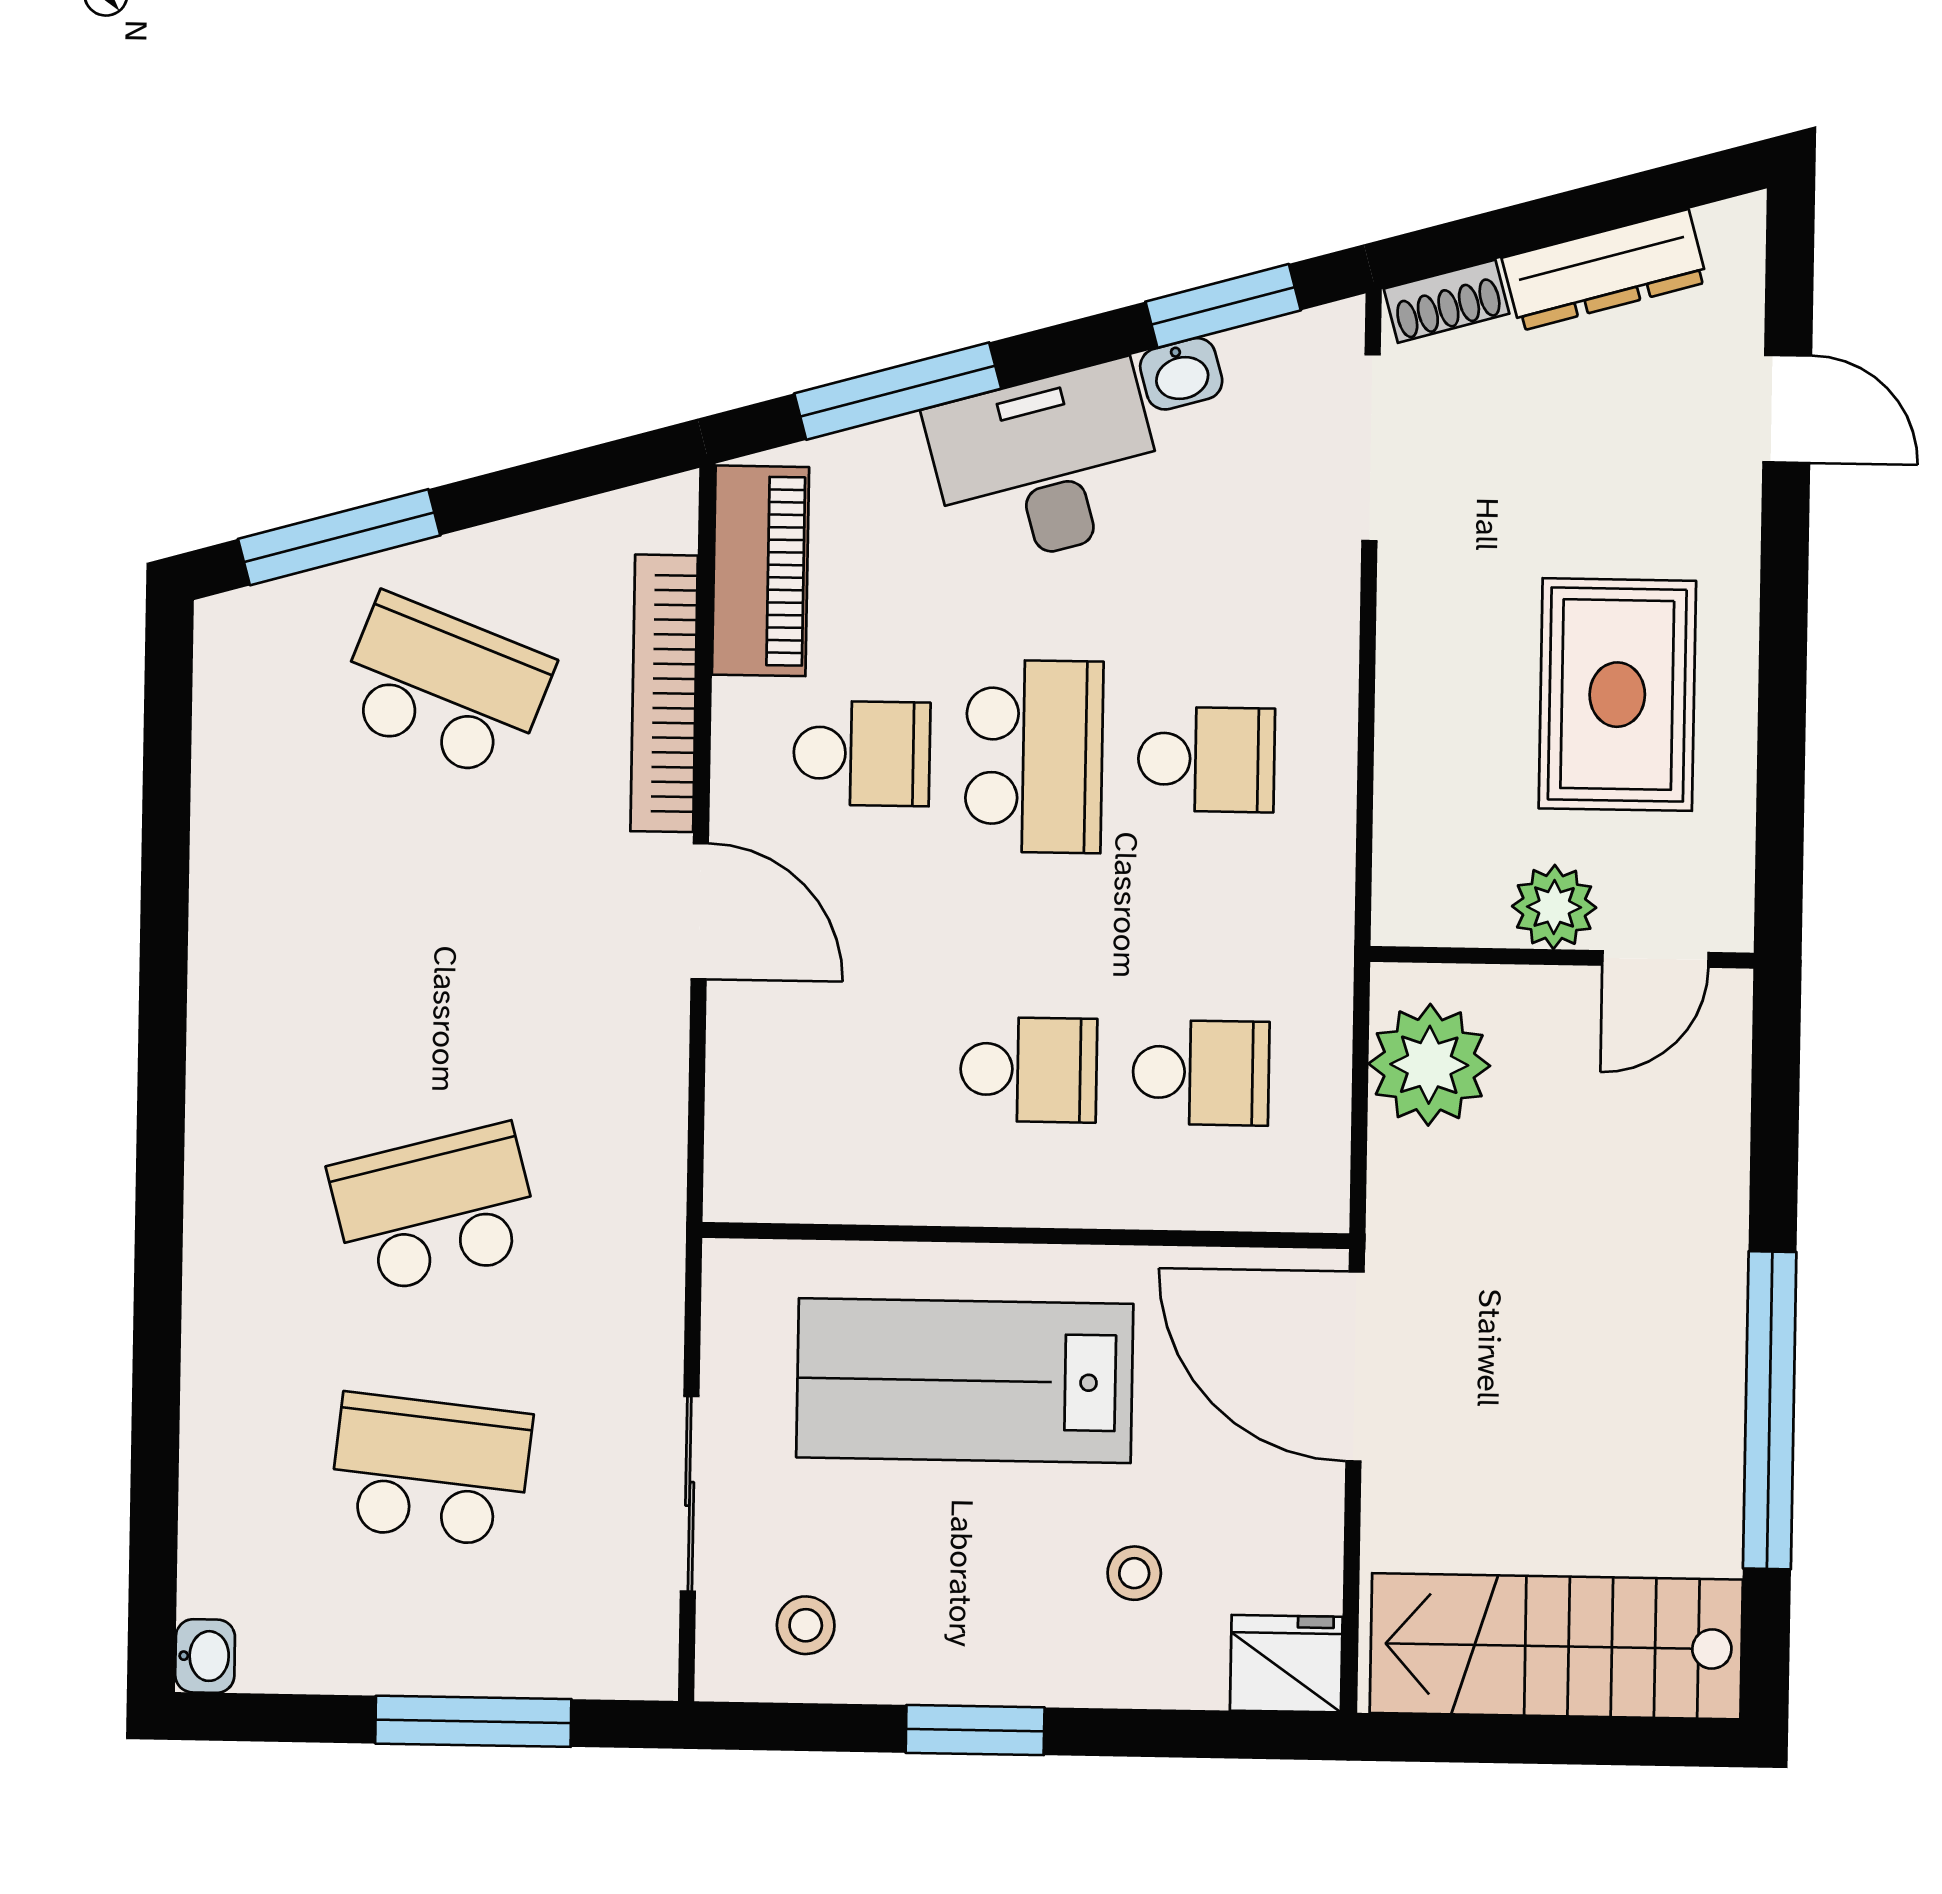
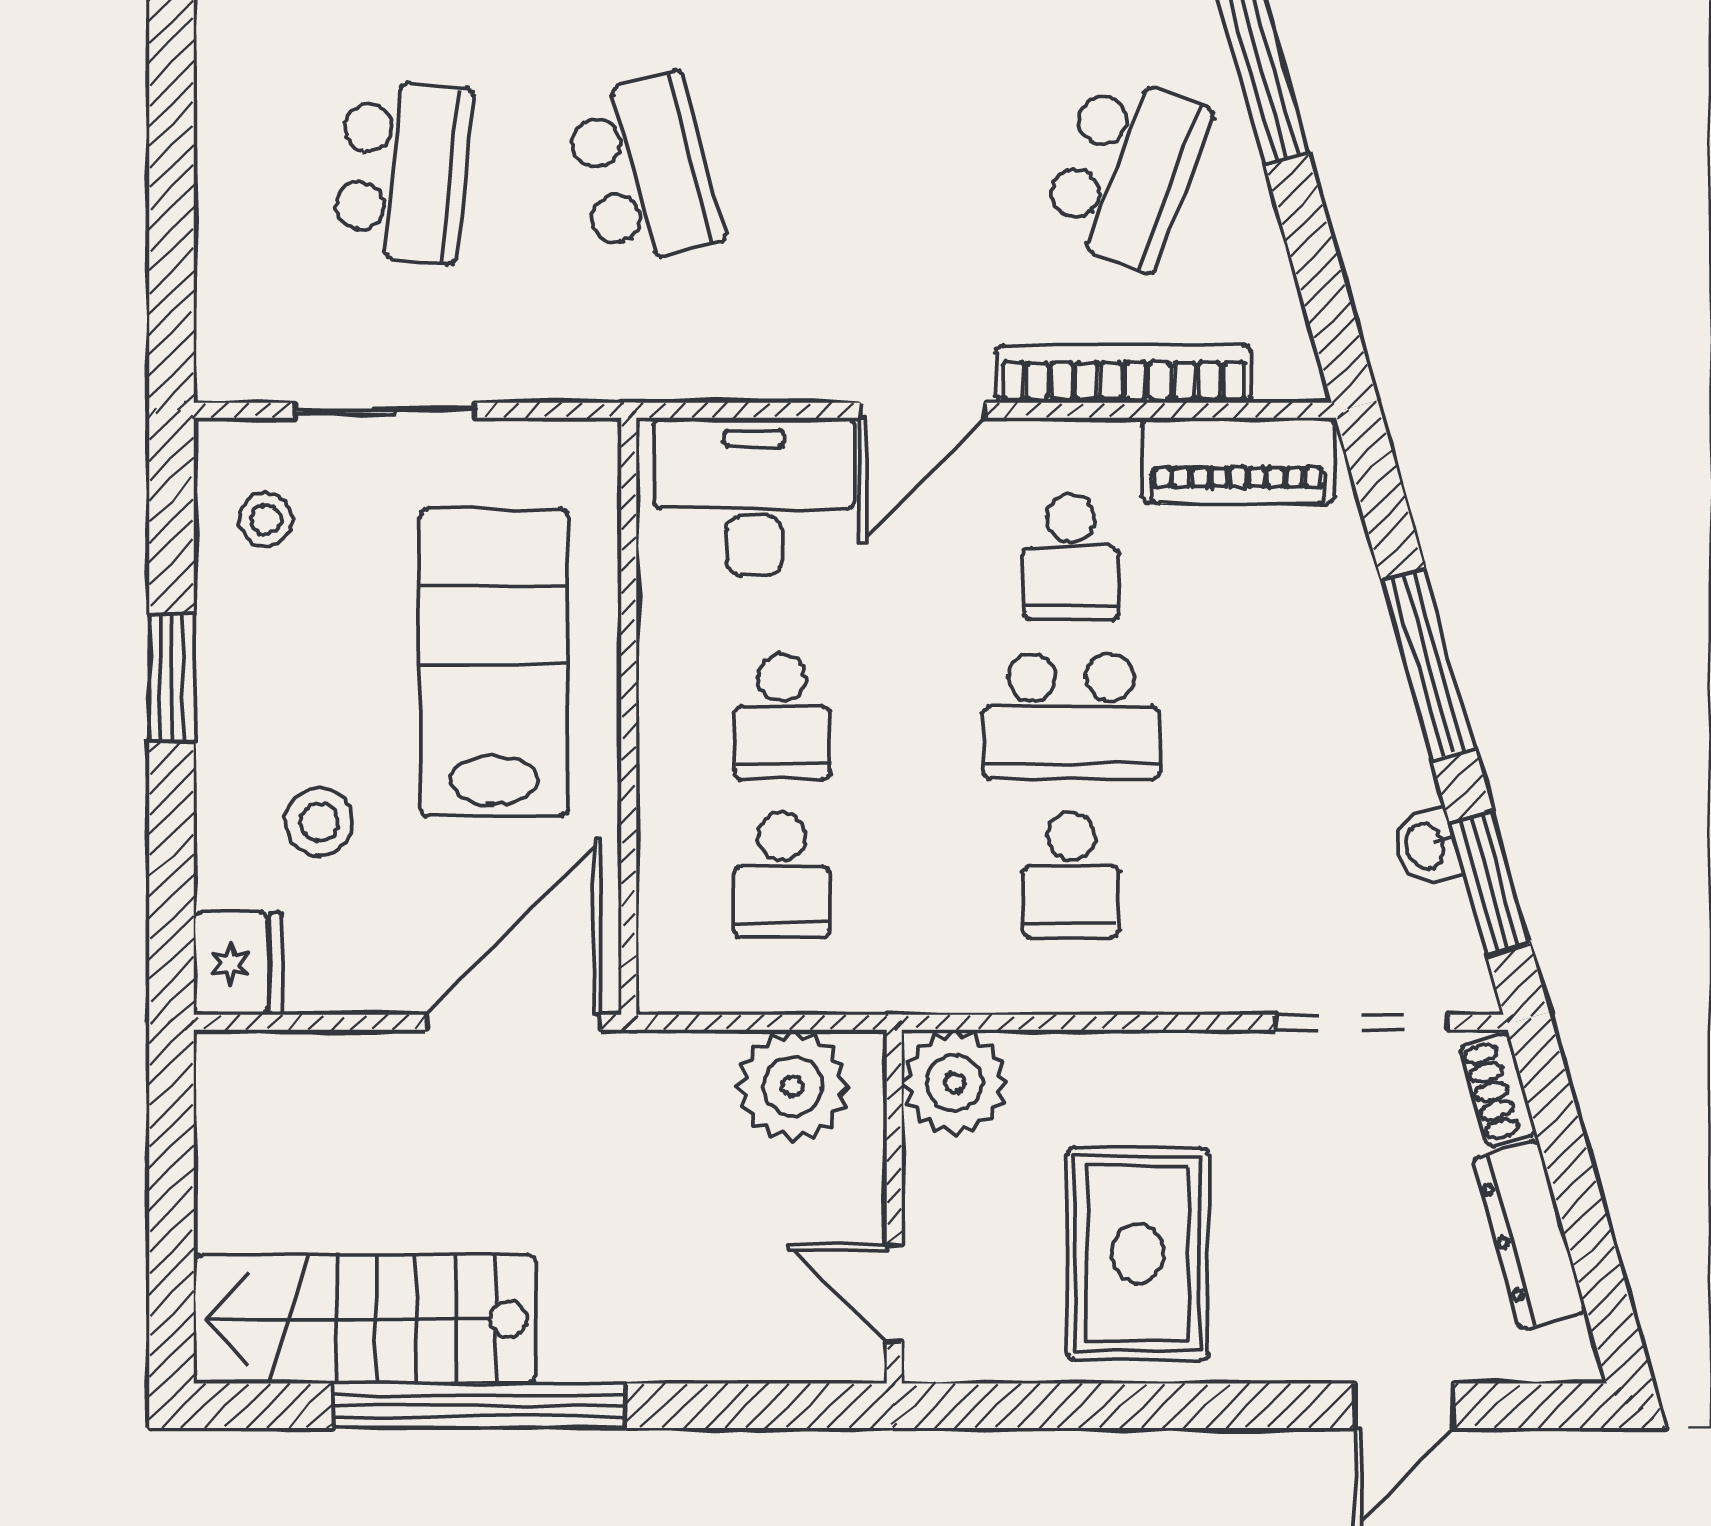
window: (898, 391) -> (1428, 664), moved
desk: (1046, 465) -> (754, 496), moved, turned -74
rug: (1617, 695) -> (1138, 1254), turned 90
plant: (1554, 907) -> (955, 1083), moved, width x1.36, depth x1.36
stool: (1134, 1573) -> (319, 822), width x1.37, depth x1.37
stairs: (1556, 1646) -> (365, 1319), moved, turned -90
window: (473, 1721) -> (172, 214), removed

